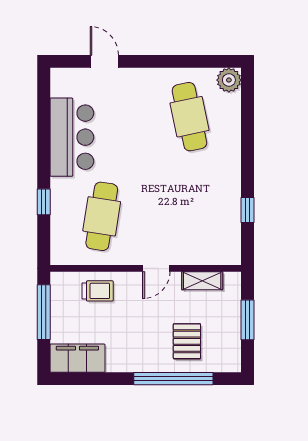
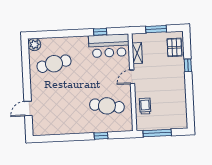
bar counter: (72, 137) -> (109, 46), moved, turned 180
door: (156, 268) -> (132, 77), swing flipped
pallet: (187, 341) -> (174, 47), moved, turned 90
filing cabinet: (77, 358) -> (180, 115), removed
window: (173, 379) -> (188, 65), width x0.32

